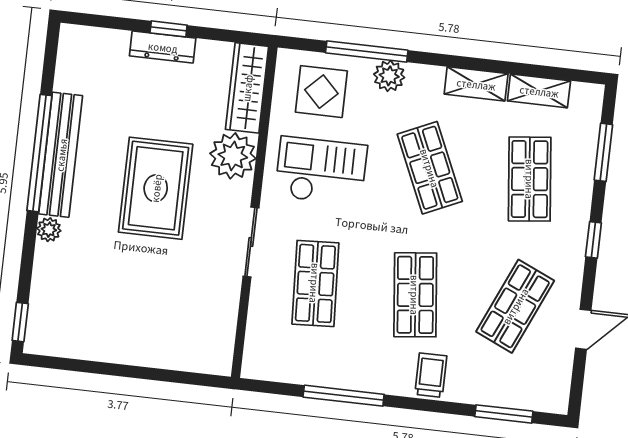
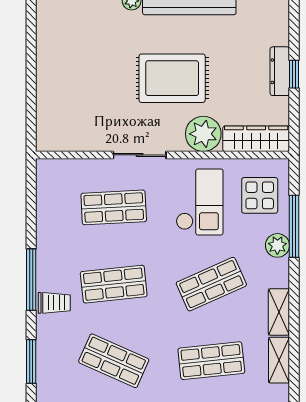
window: (344, 396) -> (31, 280), moved

